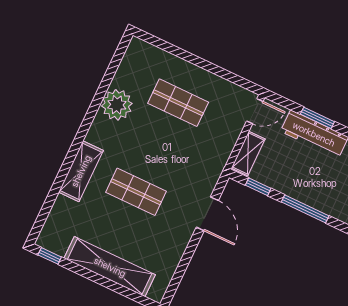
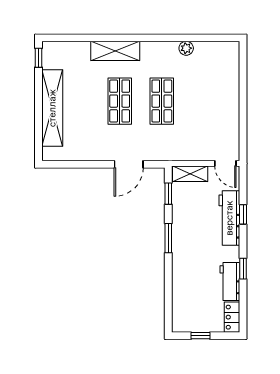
shop shelf: (178, 103) -> (162, 101), moved
plant: (117, 105) -> (186, 48), width x0.53, depth x0.53
window: (317, 118) -> (243, 214), width x0.67
window: (305, 209) -> (168, 238), width x0.69

